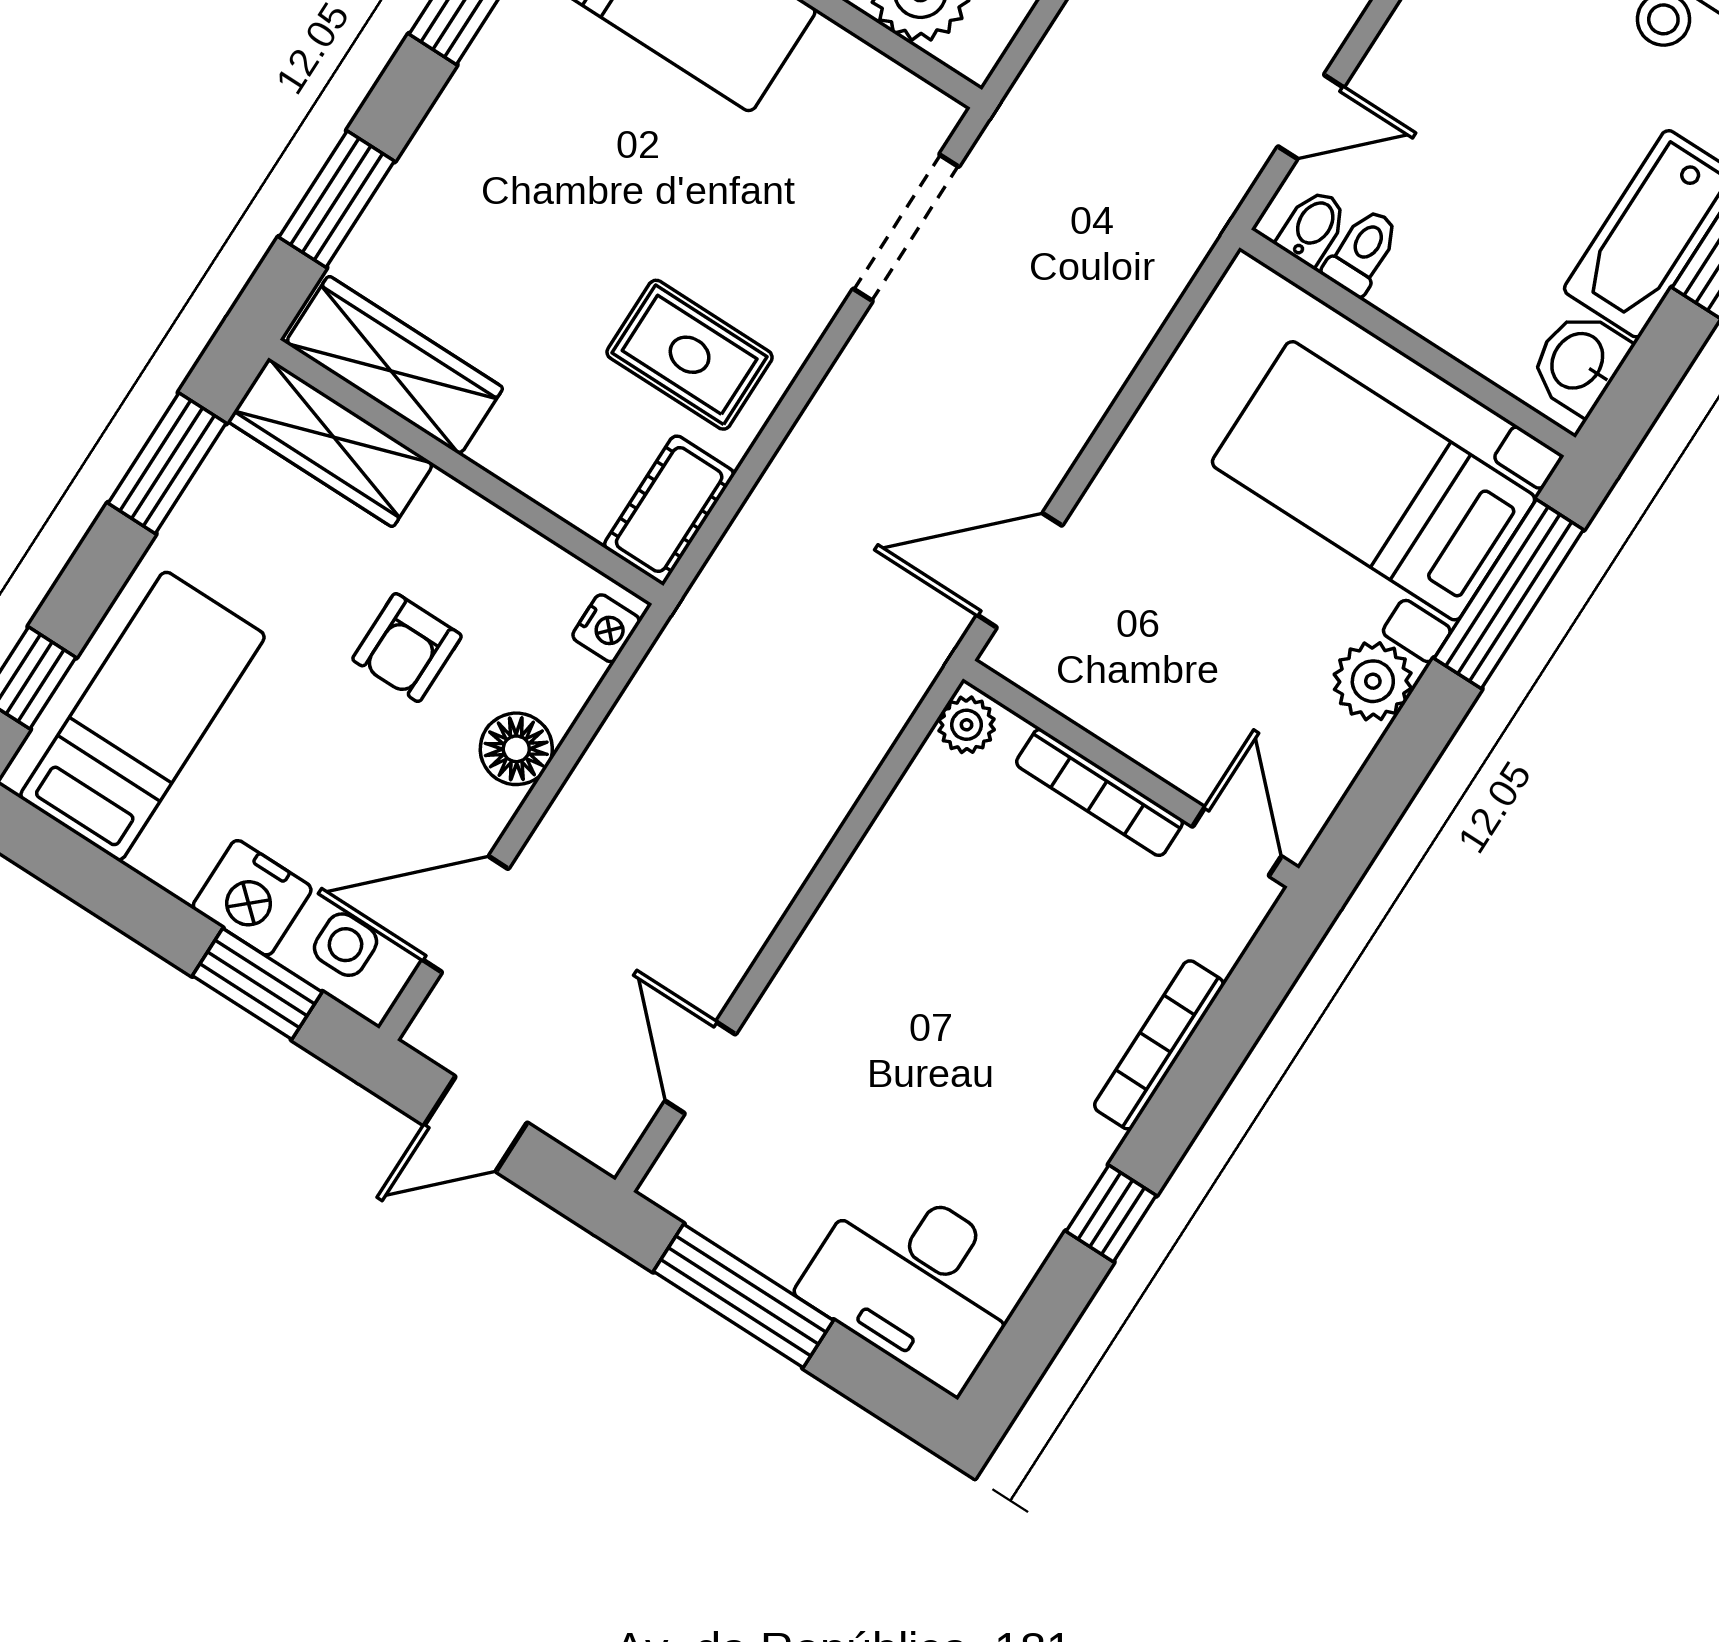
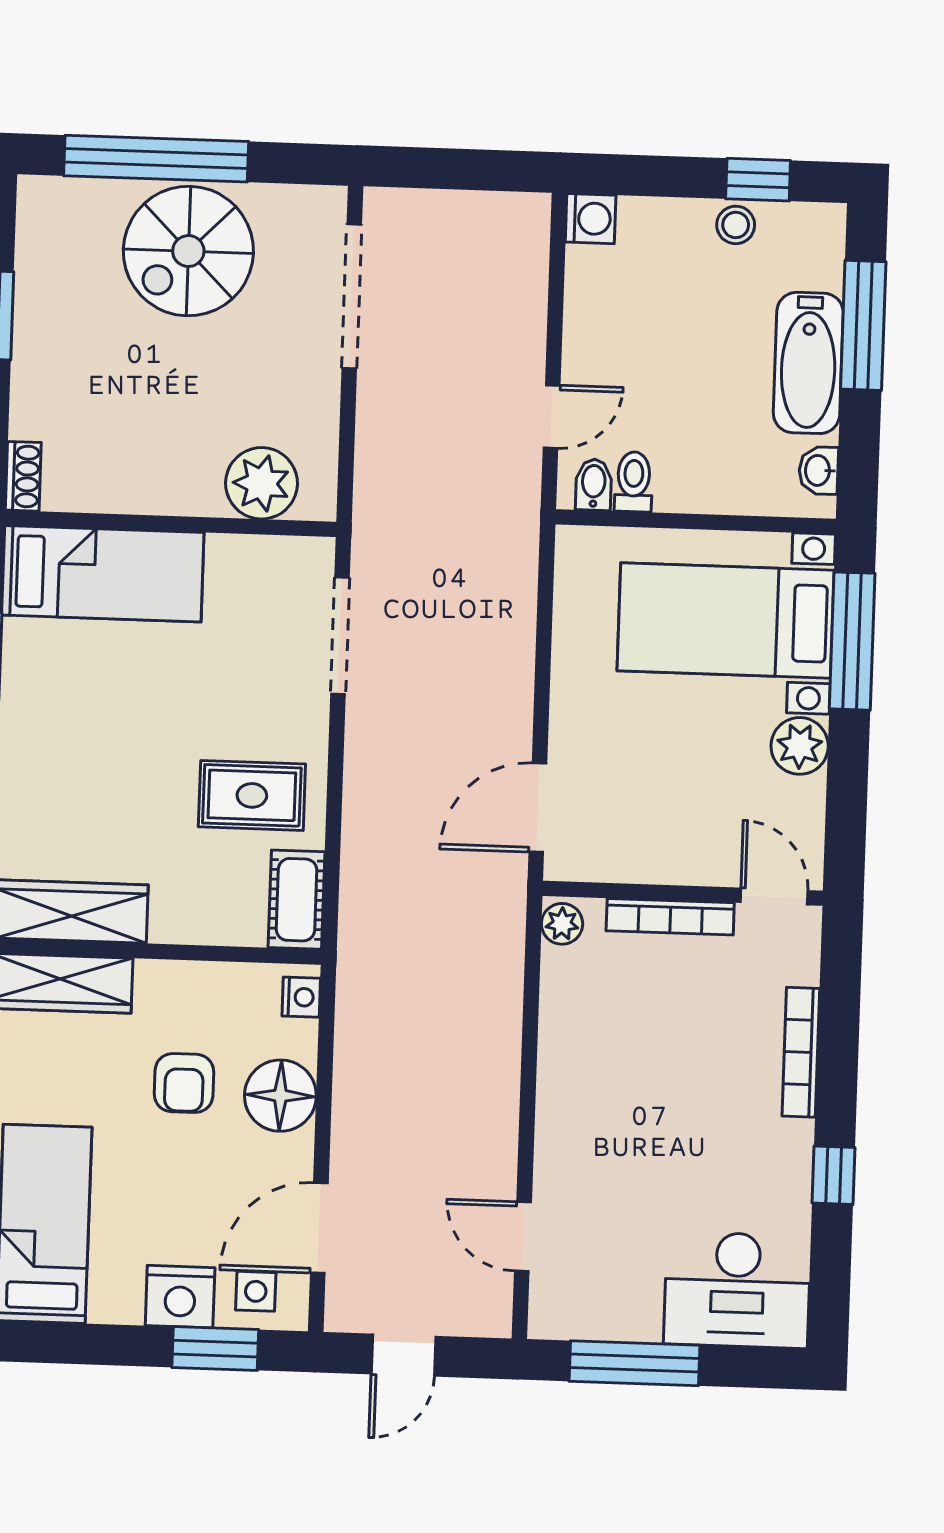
washbasin: (1579, 362) -> (819, 470), width x0.72, depth x0.69
floor lamp: (516, 749) -> (280, 1096), width x1.38, depth x1.38

